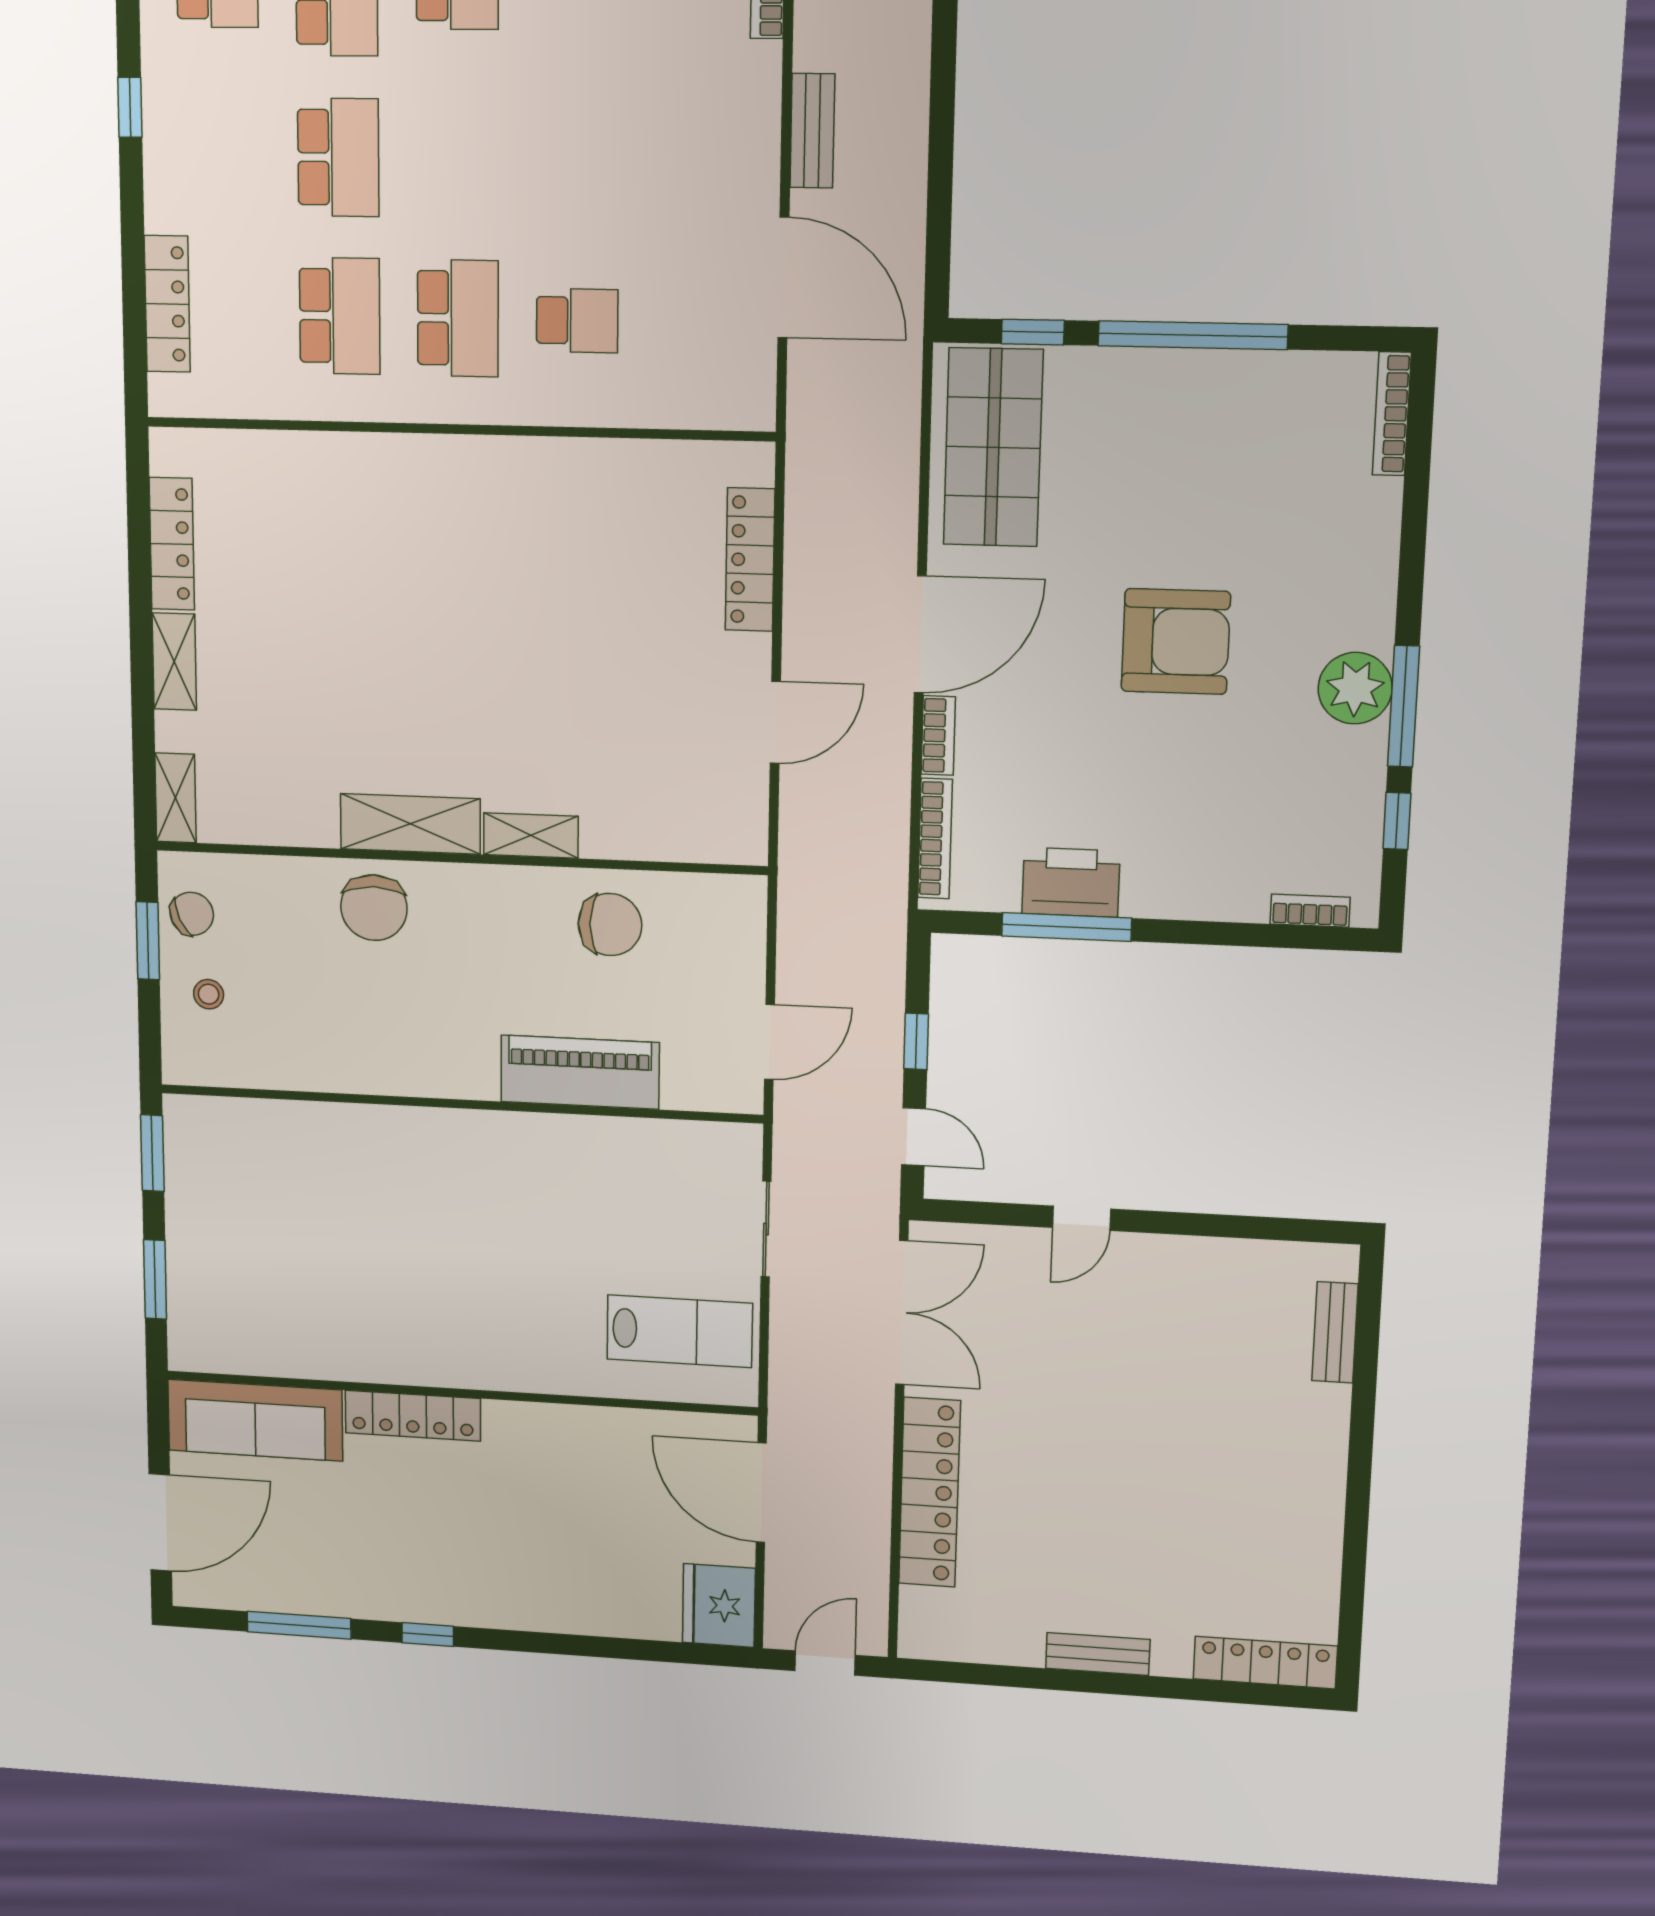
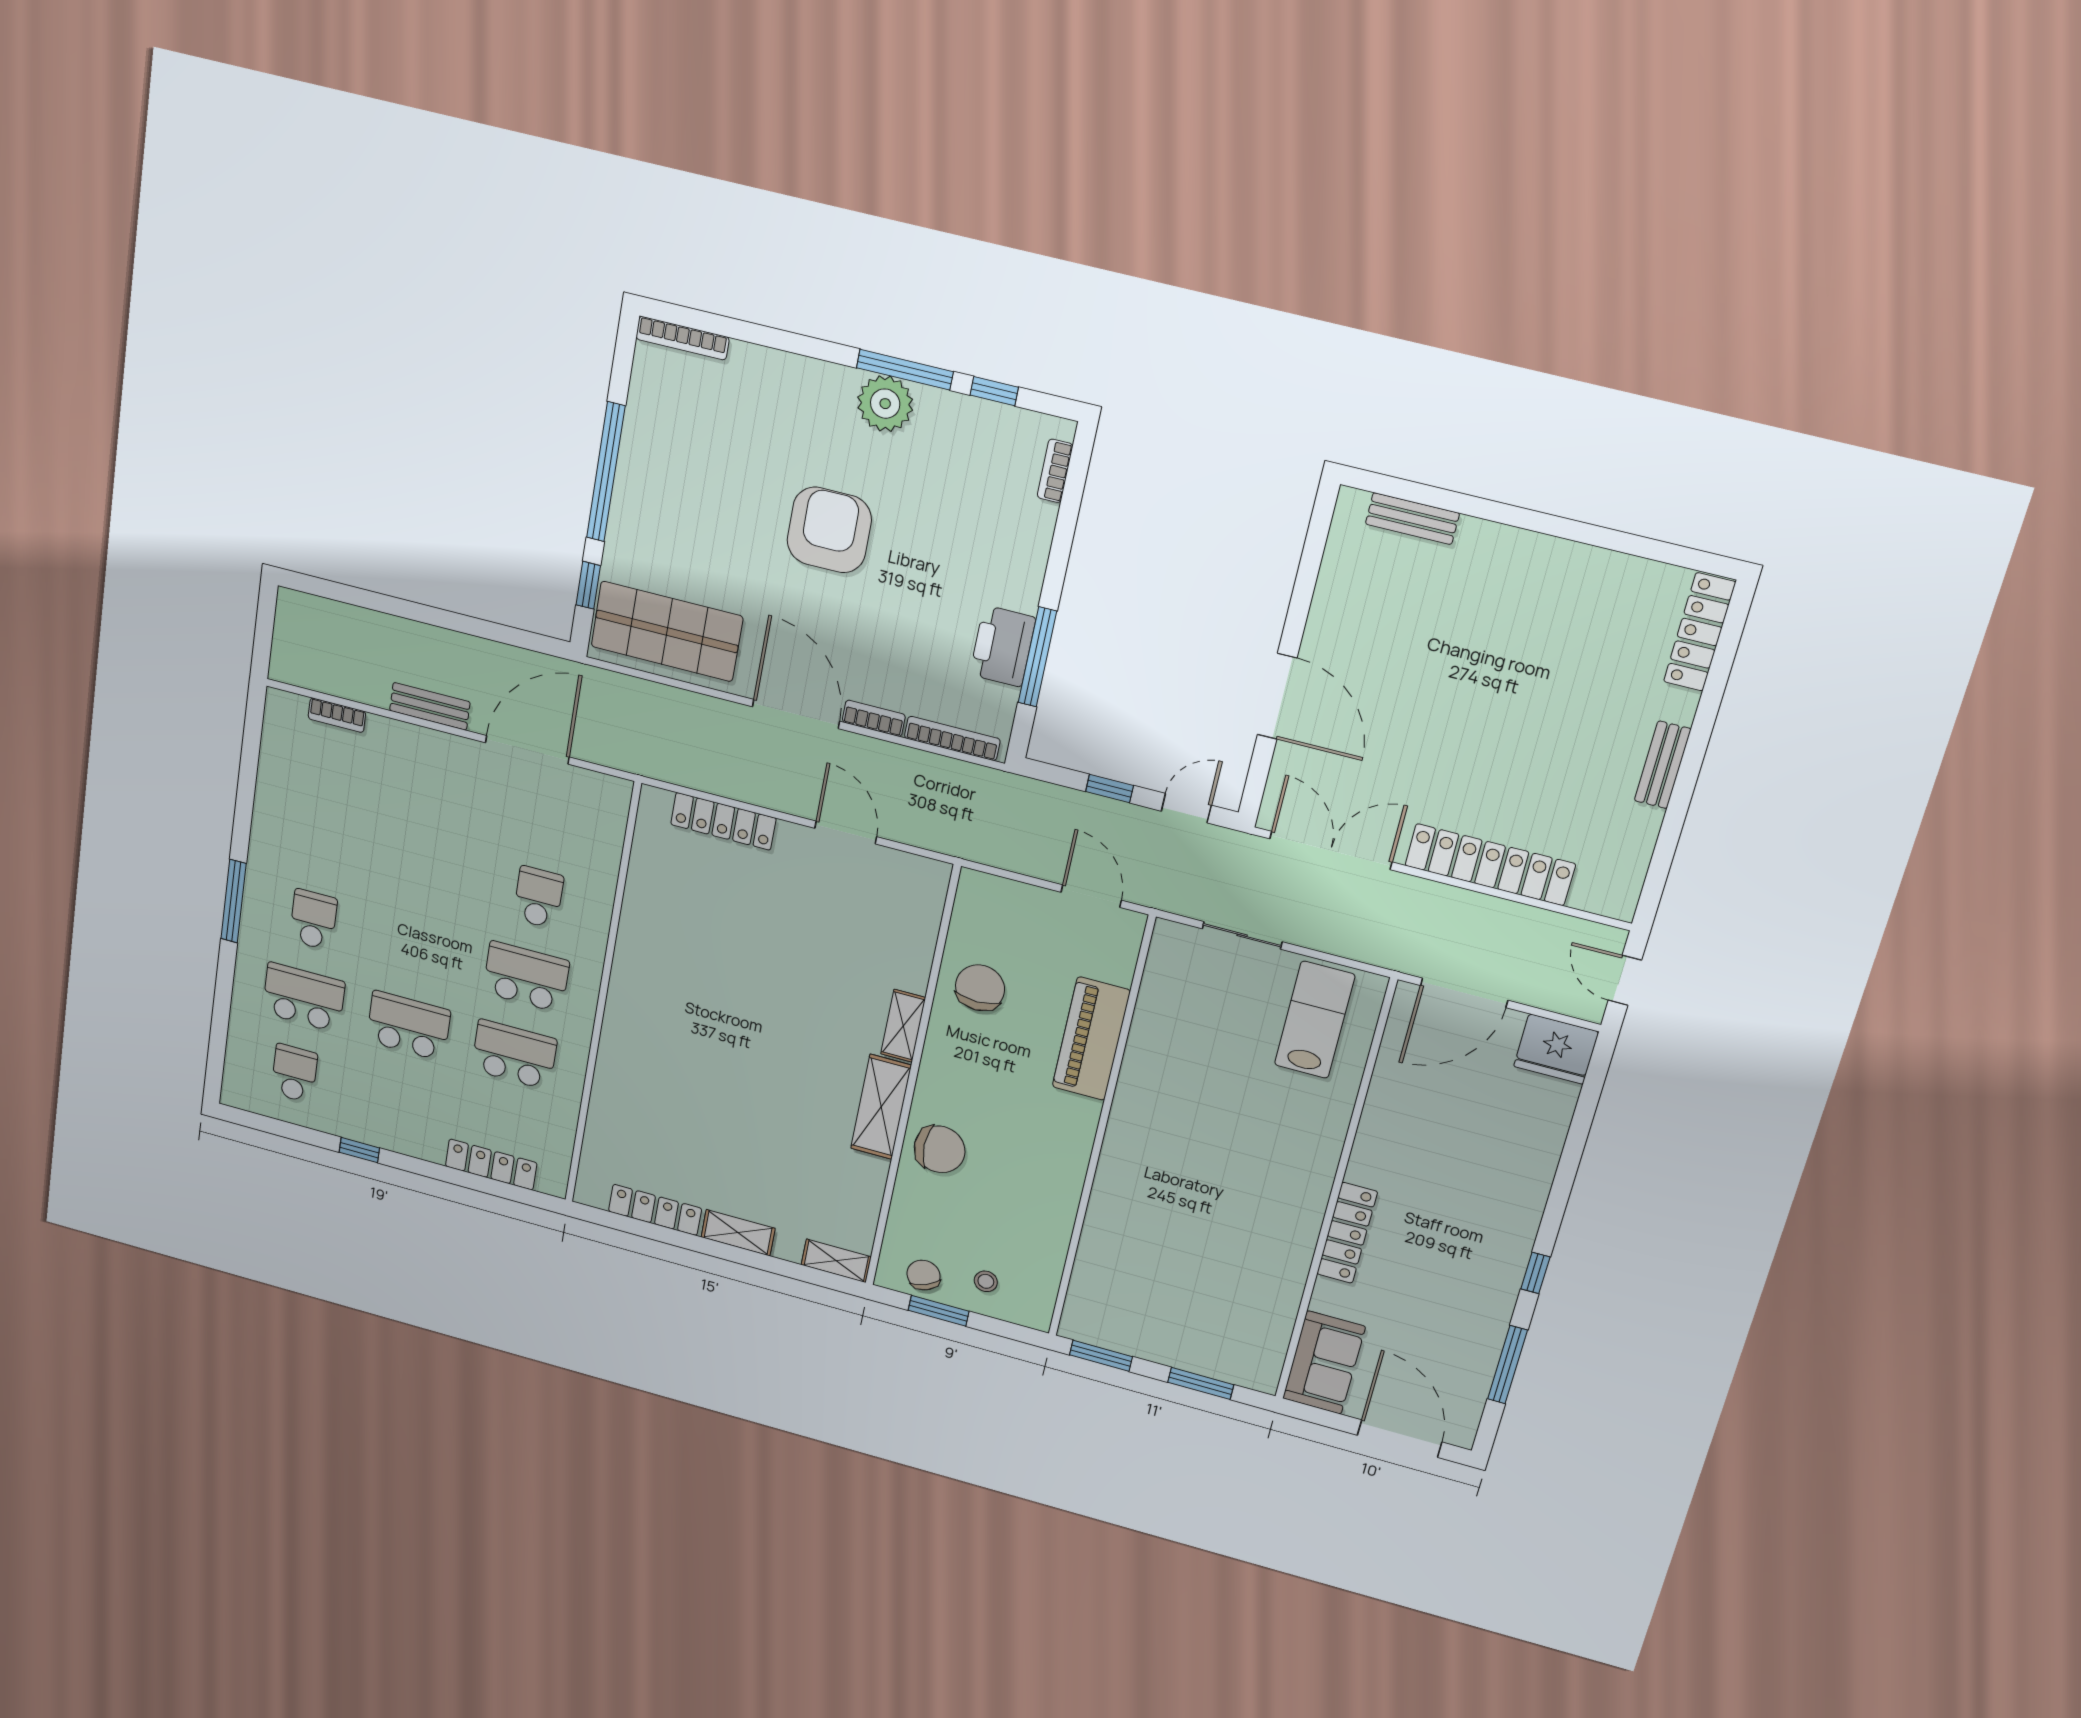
door: (1082, 1218) -> (1277, 696), width x1.87
sofa: (255, 1420) -> (1324, 1363), width x0.73

